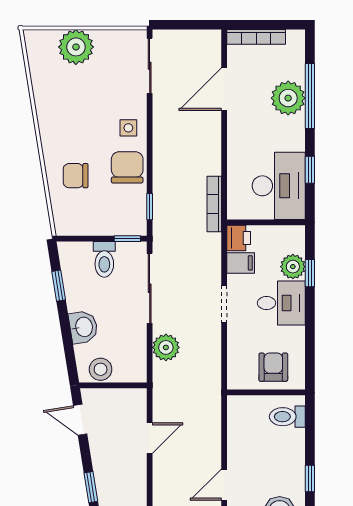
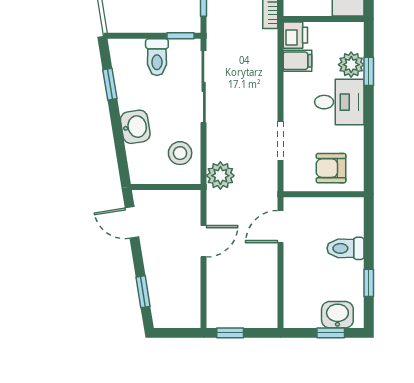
doorway: (224, 304) -> (280, 141), moved
plant: (166, 347) -> (220, 176), moved
armchair: (273, 367) -> (331, 168), turned -90
stool: (101, 369) -> (180, 153), moved
toilet: (287, 417) -> (346, 248), moved
door: (224, 485) -> (280, 227), moved

